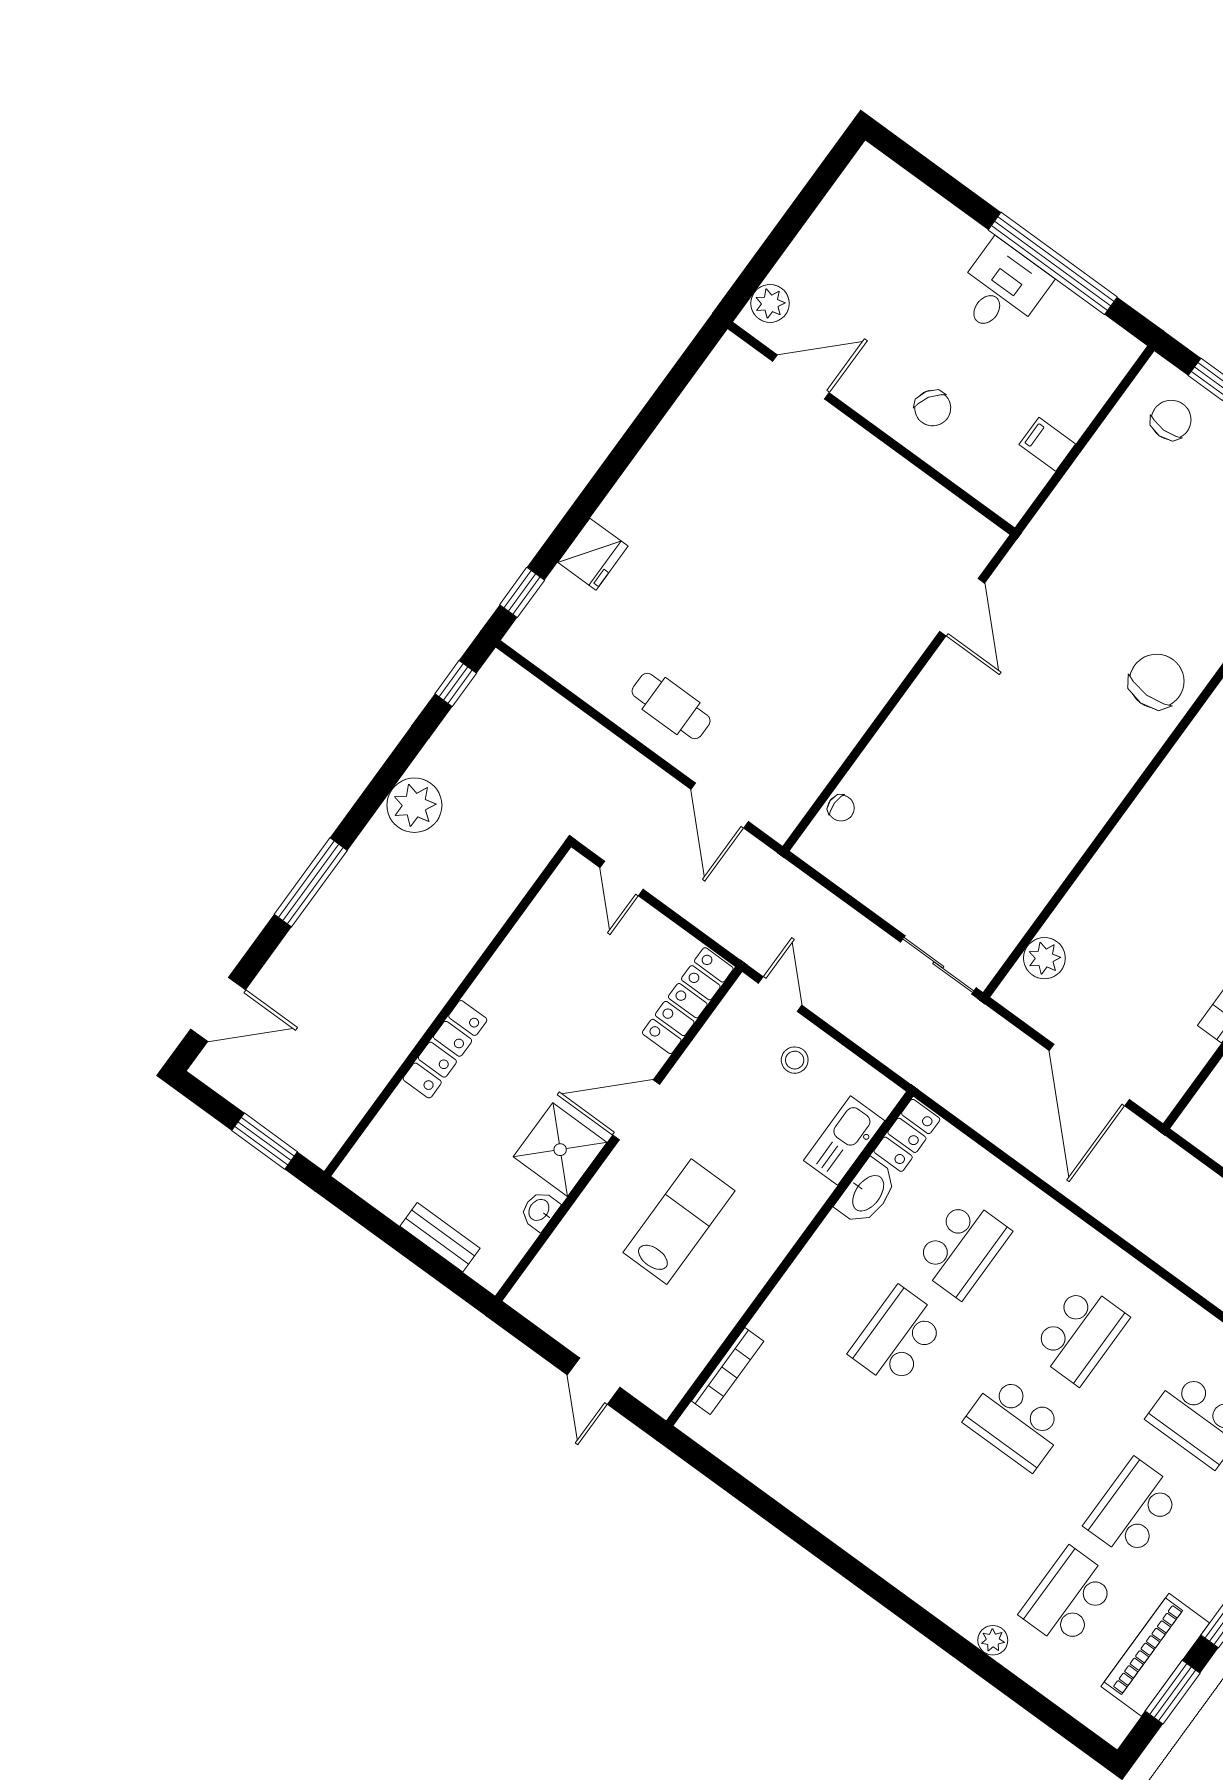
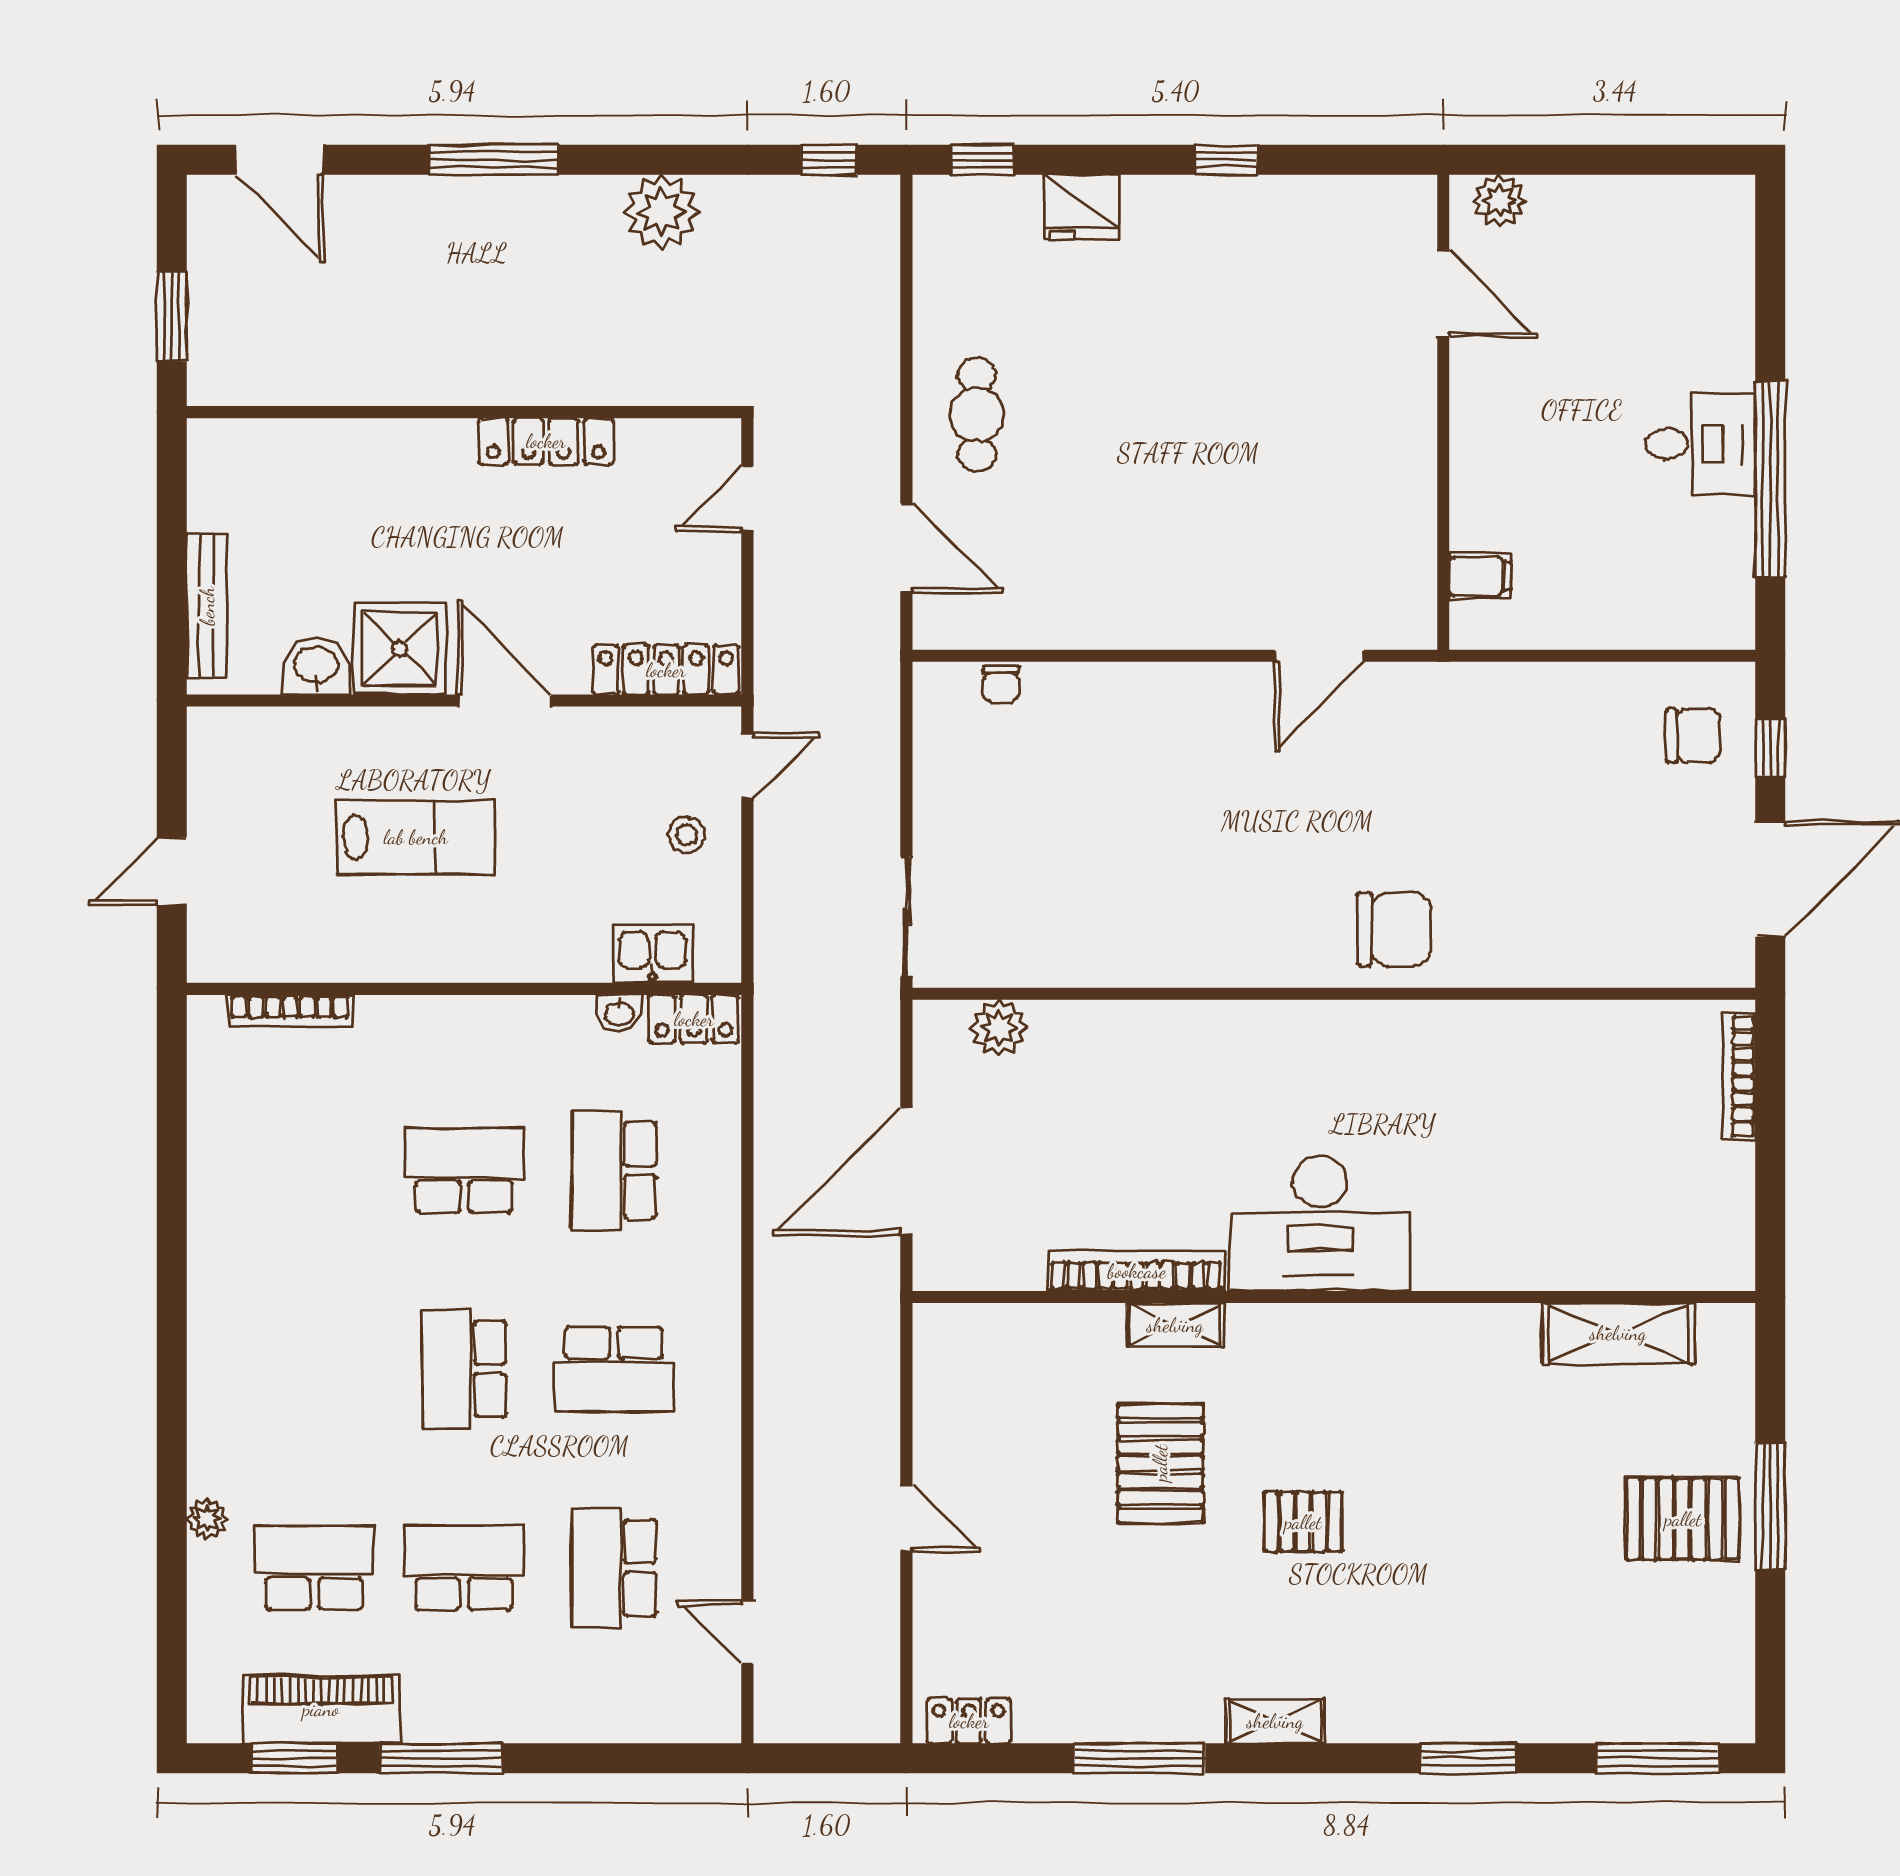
chair: (933, 408) -> (1515, 464), removed
filing cabinet: (1047, 444) -> (1480, 576), moved, turned 90
window: (628, 448) -> (1226, 160), added
door: (720, 805) -> (906, 548), swing flipped
locker: (445, 1049) -> (546, 441), moved
kitchen sink: (844, 1141) -> (652, 954), width x0.73
washbasin: (867, 1193) -> (619, 1013), width x0.52, depth x0.69
washbasin: (540, 1210) -> (316, 666), width x1.38, depth x1.45
bench: (440, 1237) -> (207, 606), width x1.36
school desk: (962, 1248) -> (614, 1170), turned 90

